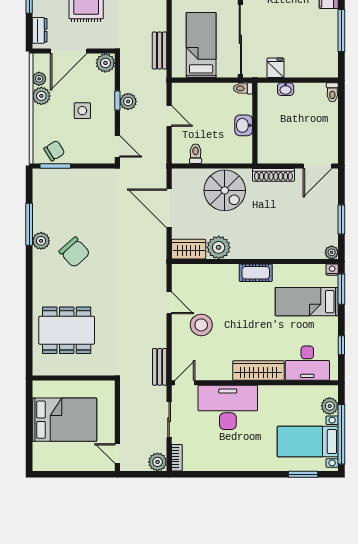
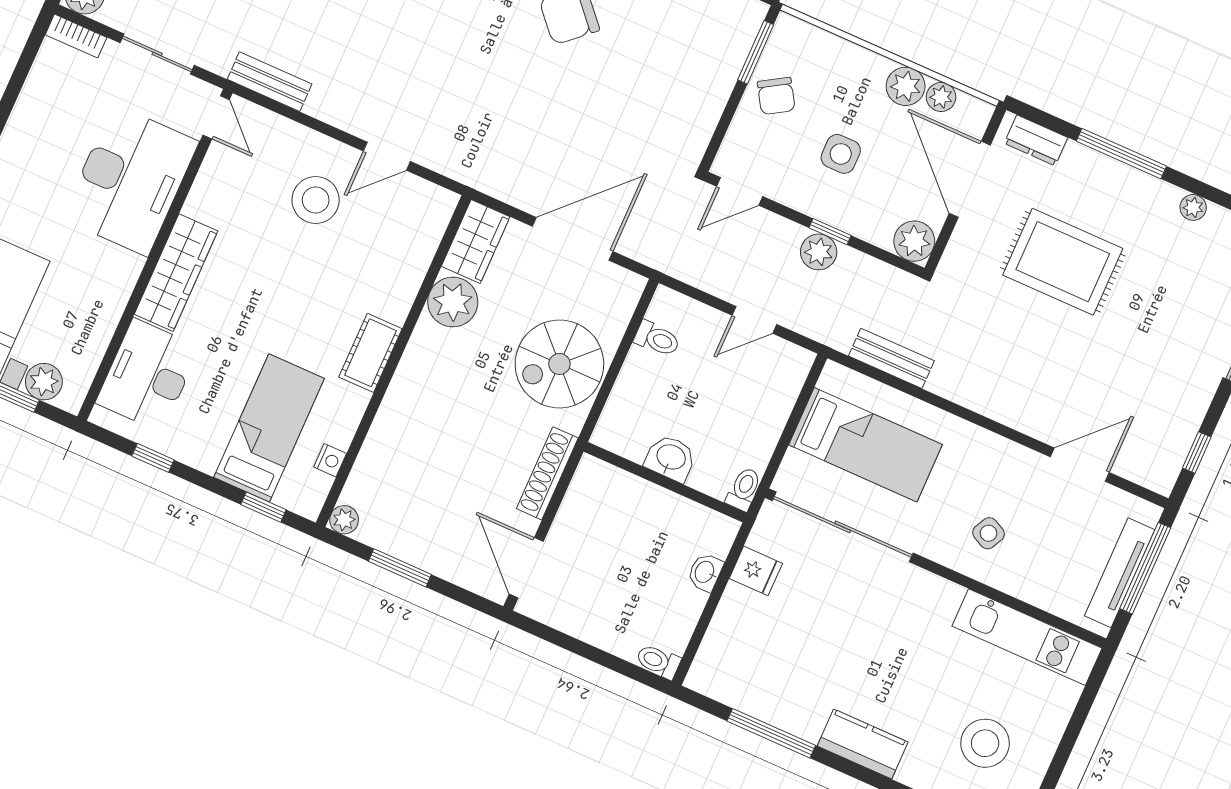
chair: (54, 151) -> (776, 96), moved
nightstand: (332, 270) -> (330, 460), moved
window: (341, 289) -> (263, 507), width x0.67

